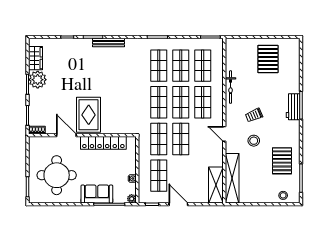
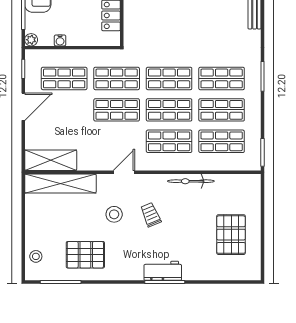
pallet: (268, 59) -> (231, 235), turned 90

